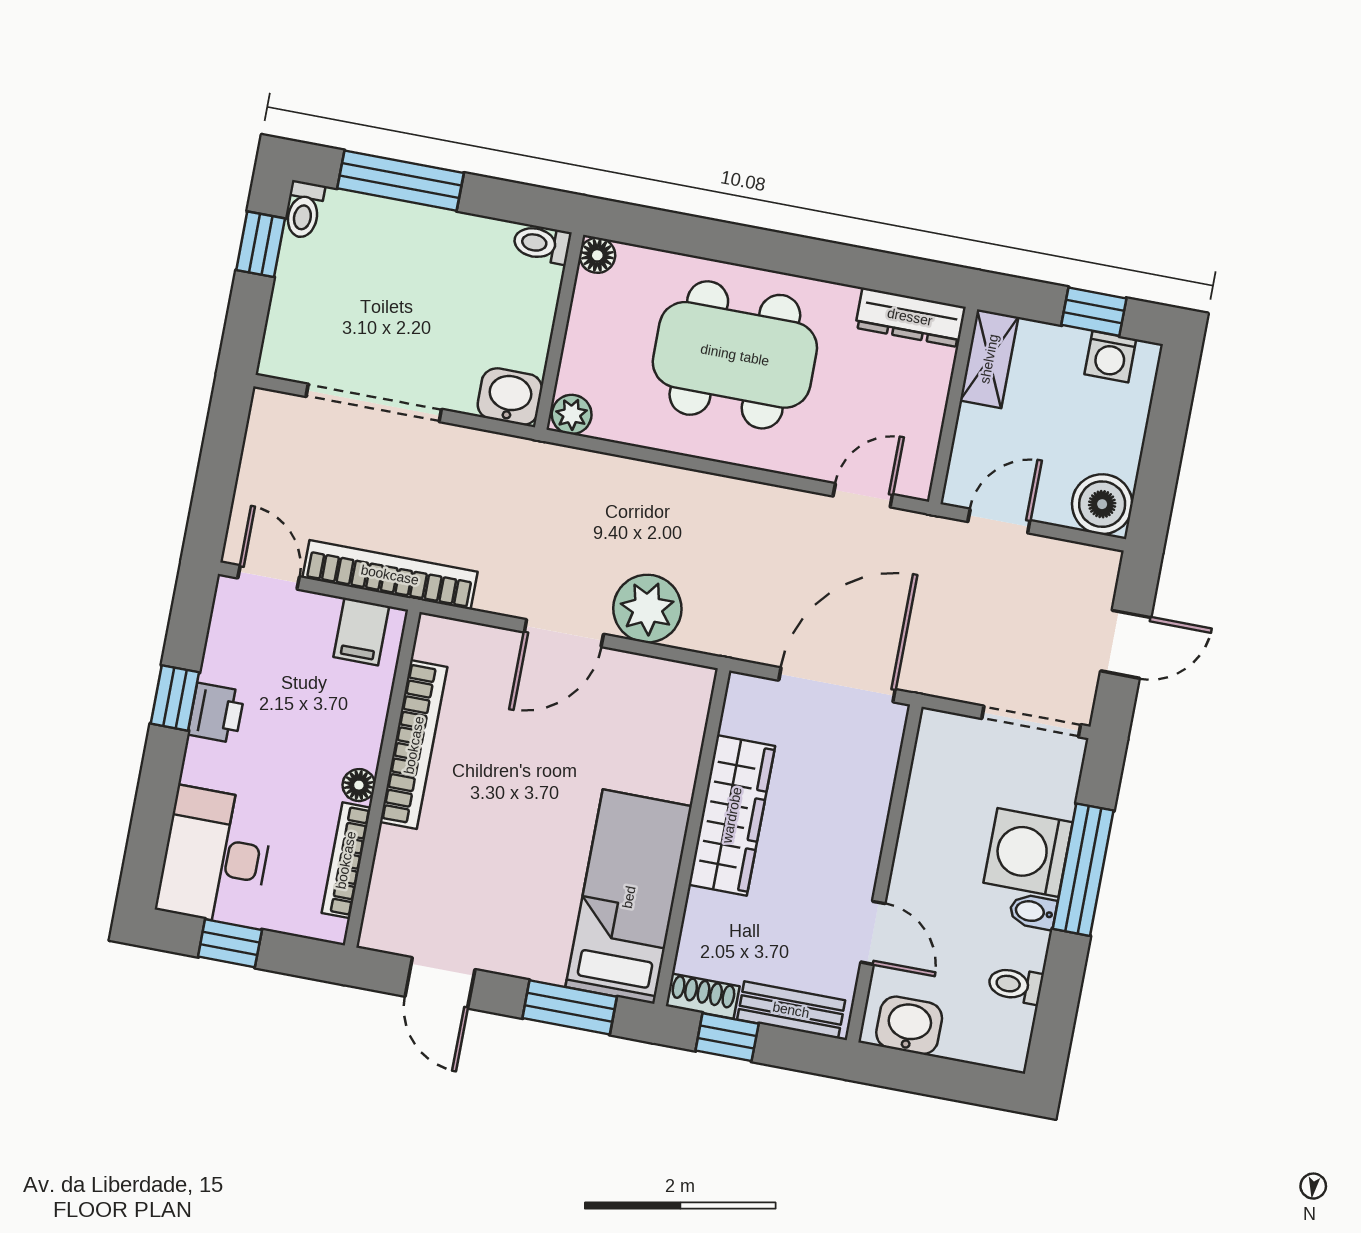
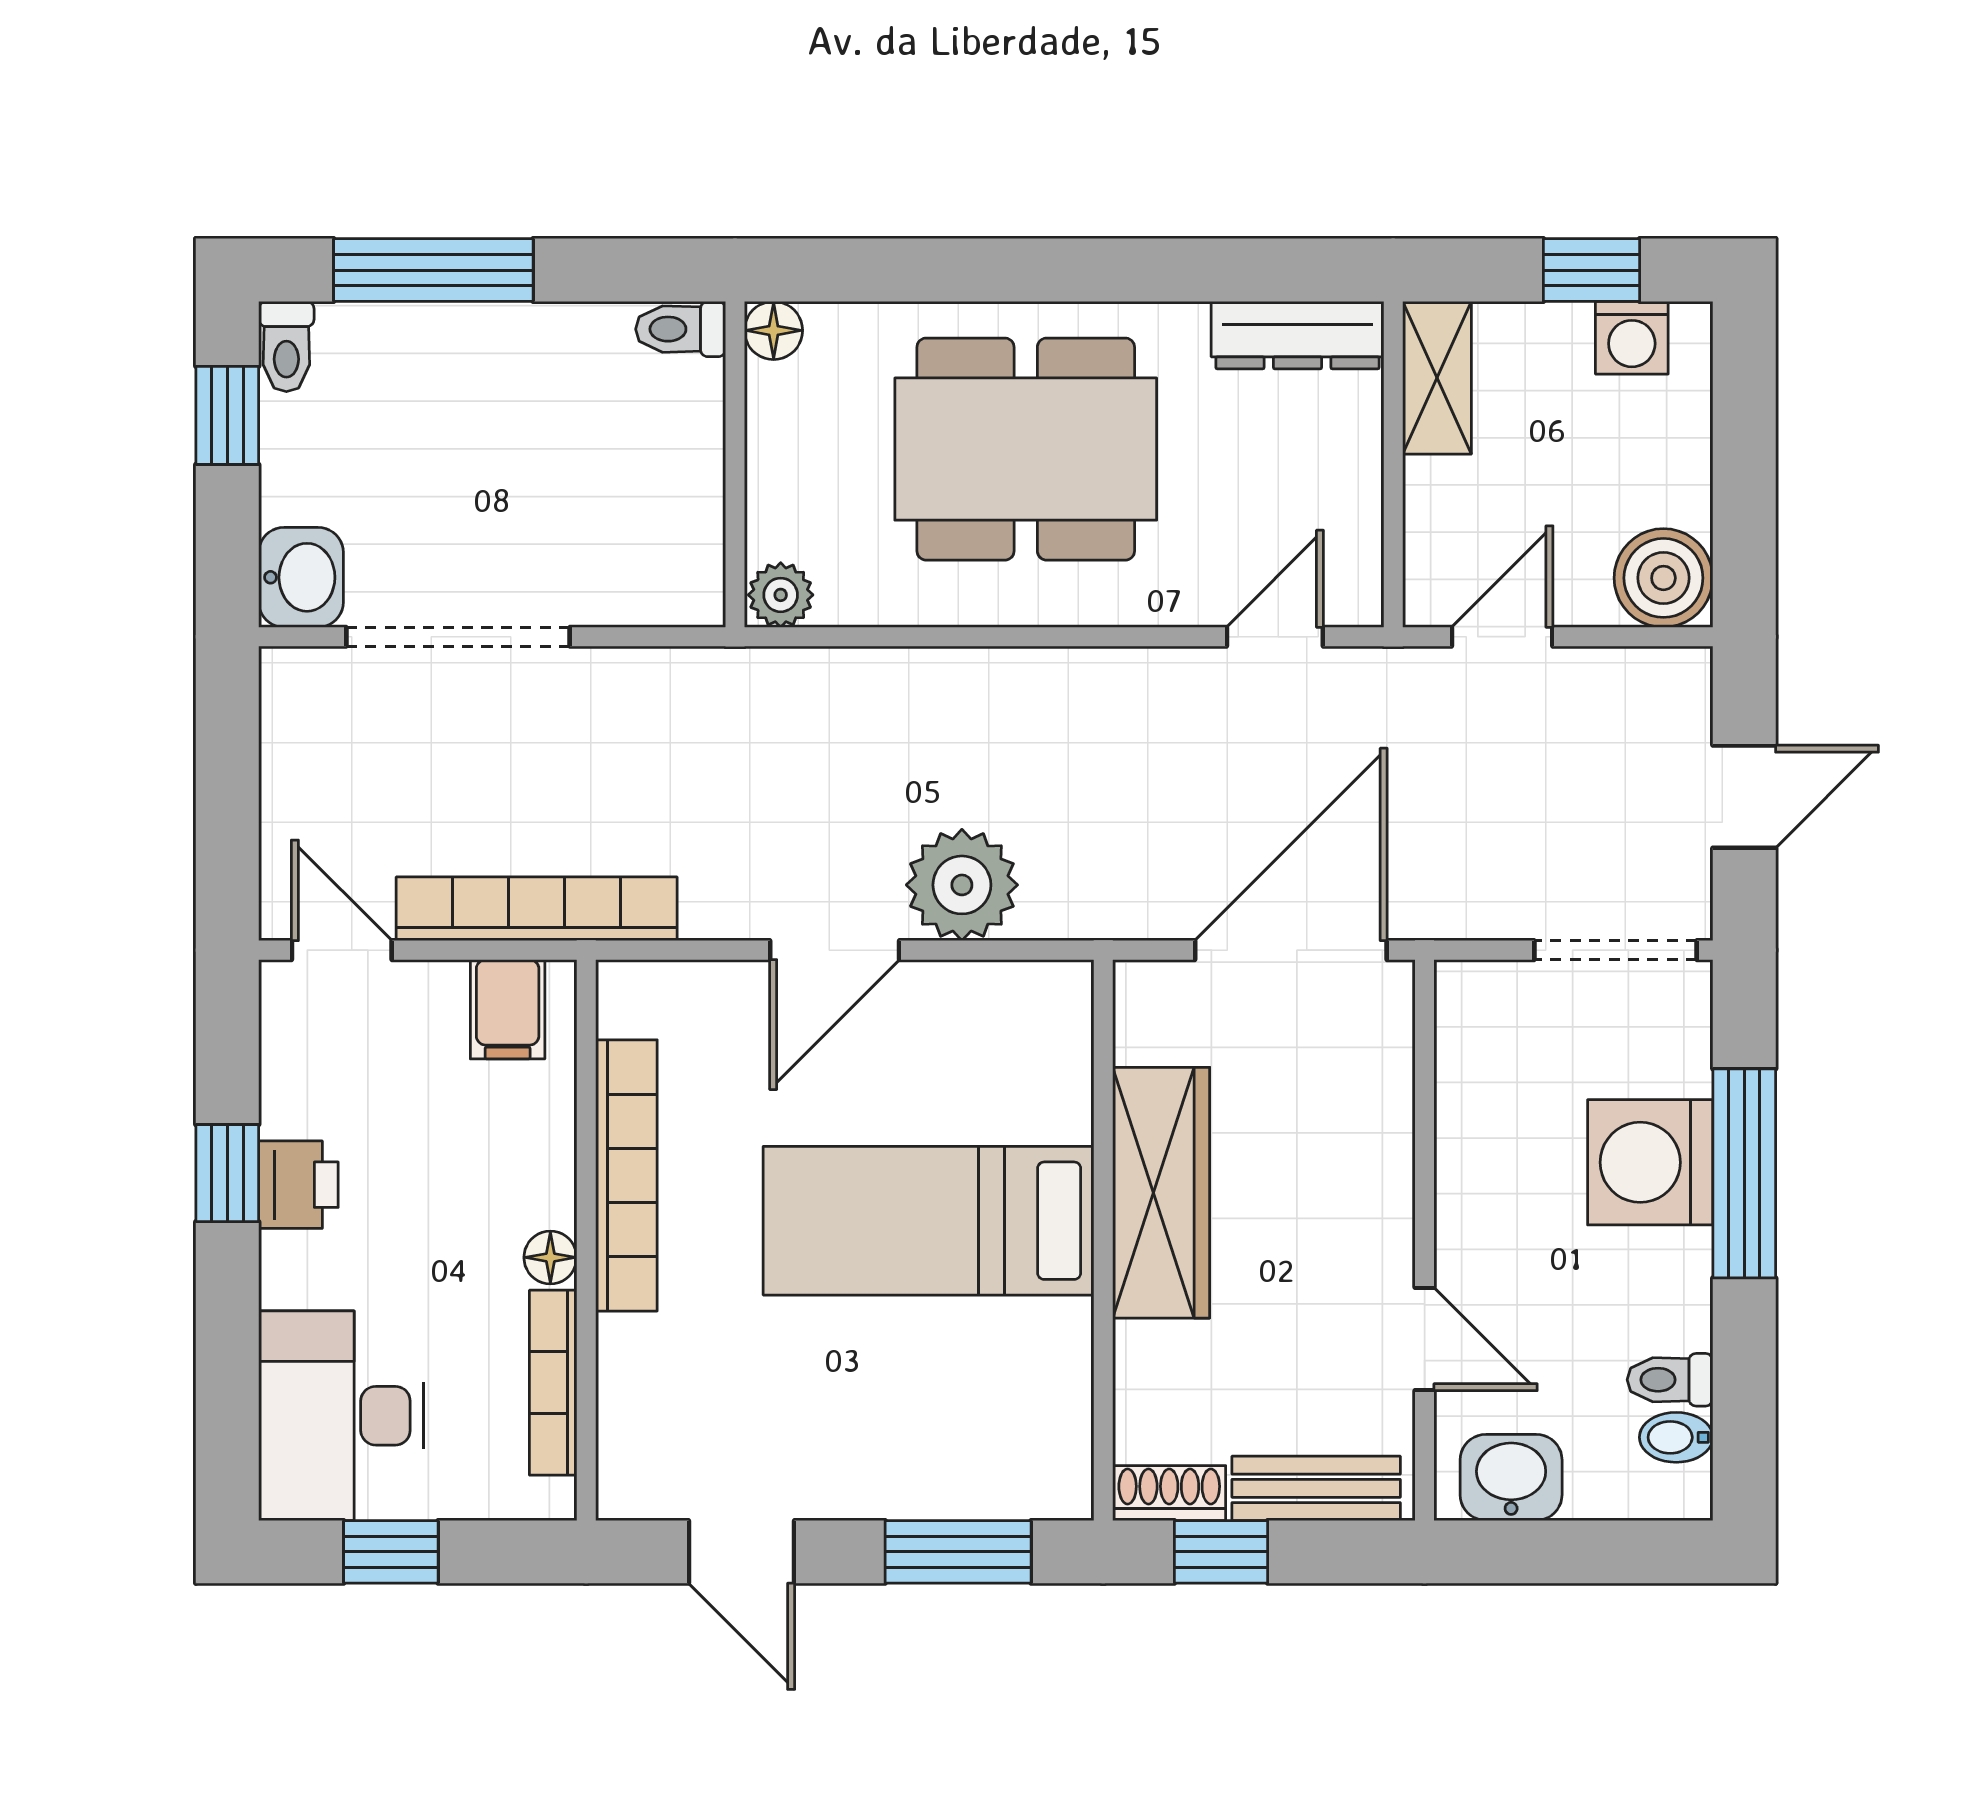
washbasin: (510, 397) -> (301, 577), moved, turned 90
bed: (629, 897) -> (929, 1221), moved, turned -90
bidet: (1033, 912) -> (1676, 1437), moved

